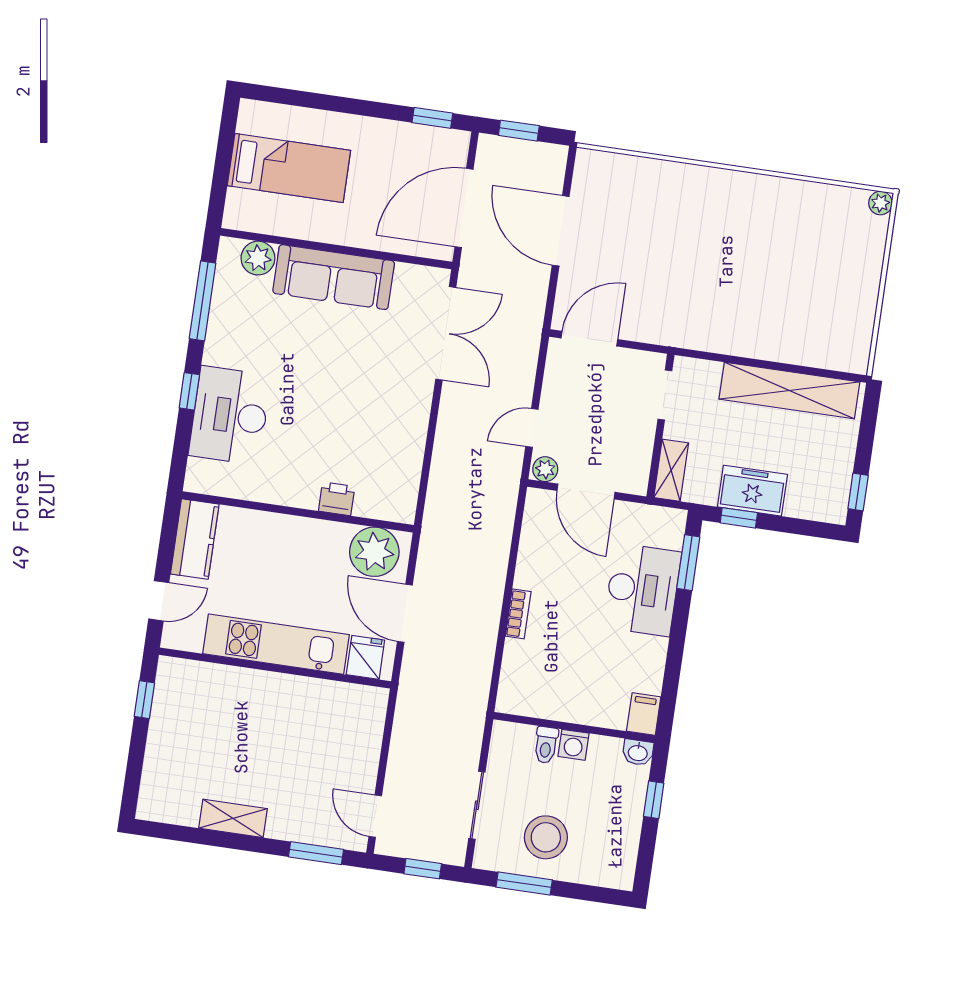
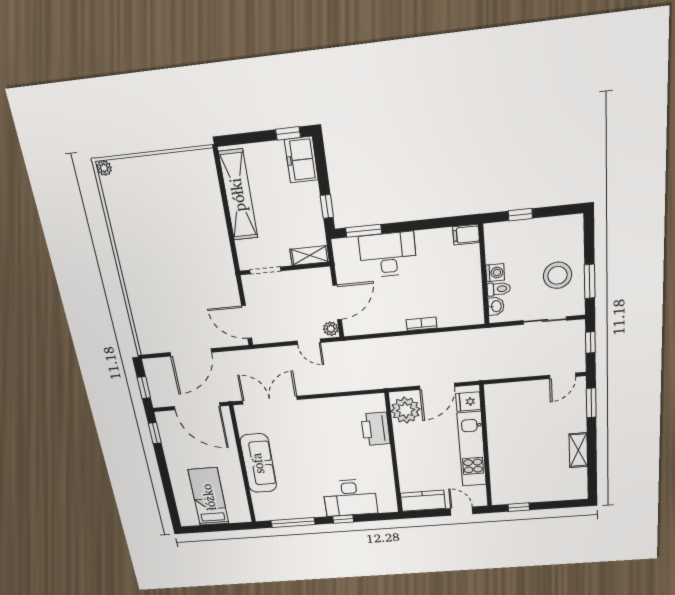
plant: (258, 258) -> (261, 501), removed
freezer: (752, 491) -> (301, 160), moved
printer: (337, 499) -> (376, 429), width x1.87, depth x1.48
washbasin: (638, 752) -> (496, 306), moved

